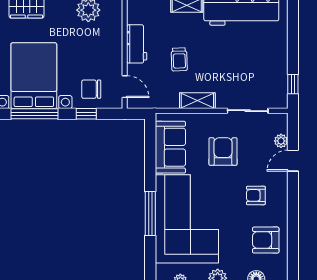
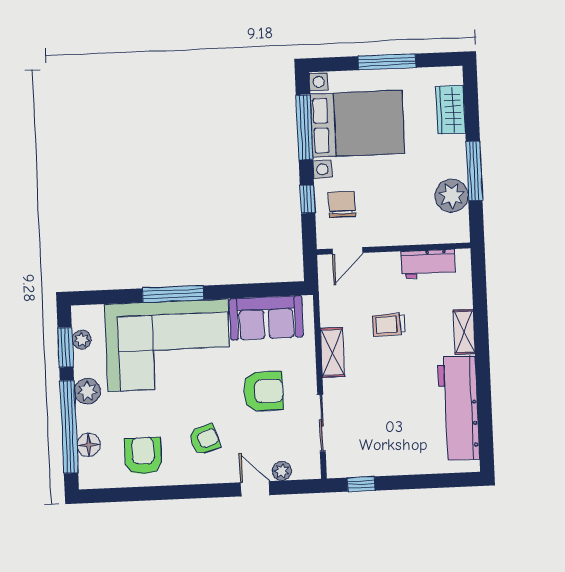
workbench: (137, 44) -> (428, 264), moved
armchair: (256, 195) -> (204, 439), turned 72

